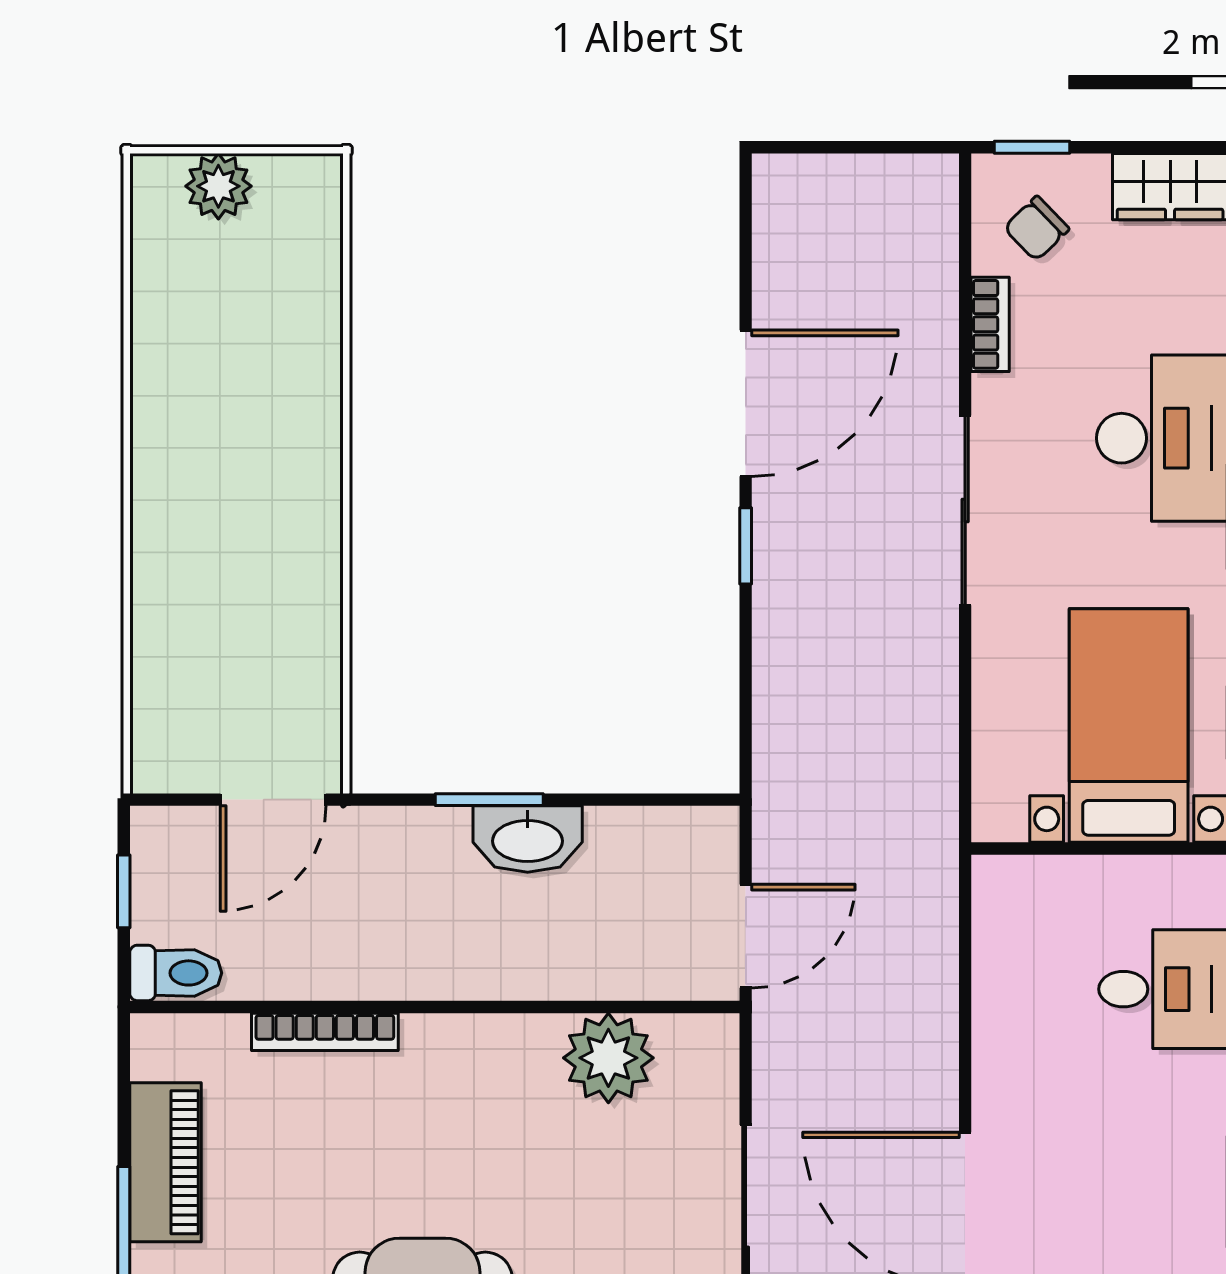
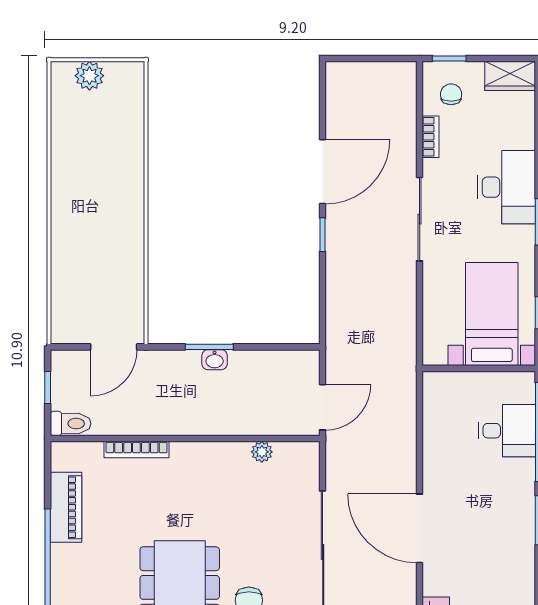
chair: (1036, 228) -> (451, 94), turned 134
washbasin: (528, 839) -> (215, 360), width x0.52, depth x0.69
plant: (608, 1058) -> (262, 452), width x0.53, depth x0.53

